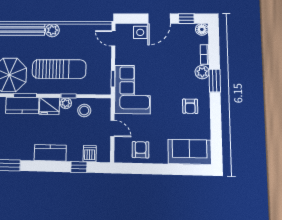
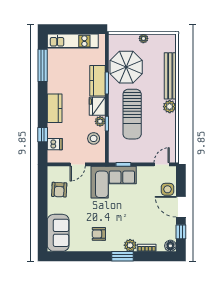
armchair: (141, 150) -> (59, 190), turned 93

